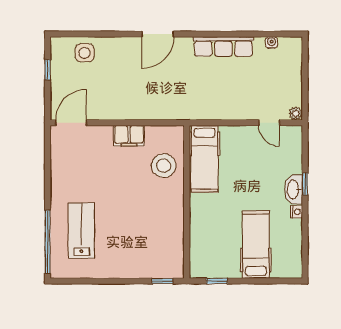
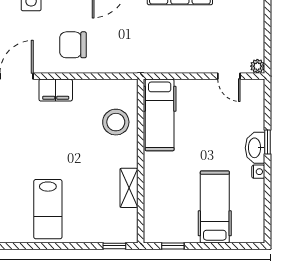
chair: (124, 94) -> (73, 45), added
filing cabinet: (129, 136) -> (56, 90), moved
shelving: (176, 227) -> (129, 188), added
lab bench: (81, 231) -> (48, 209), moved, turned 180

